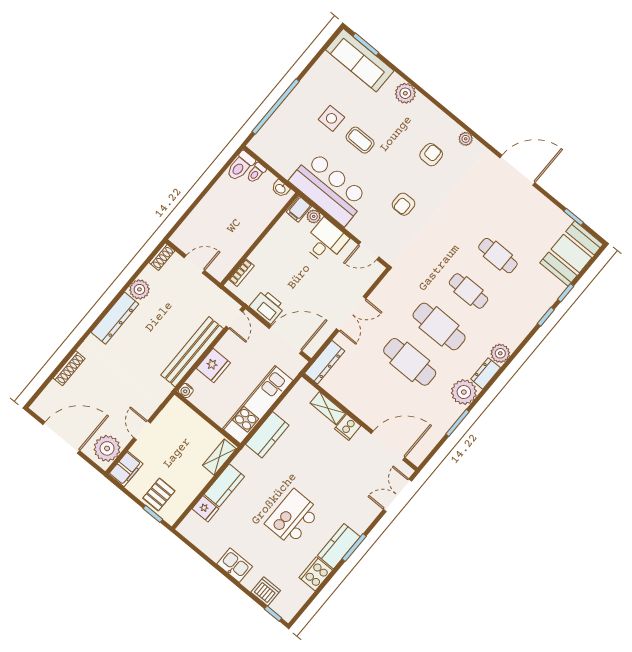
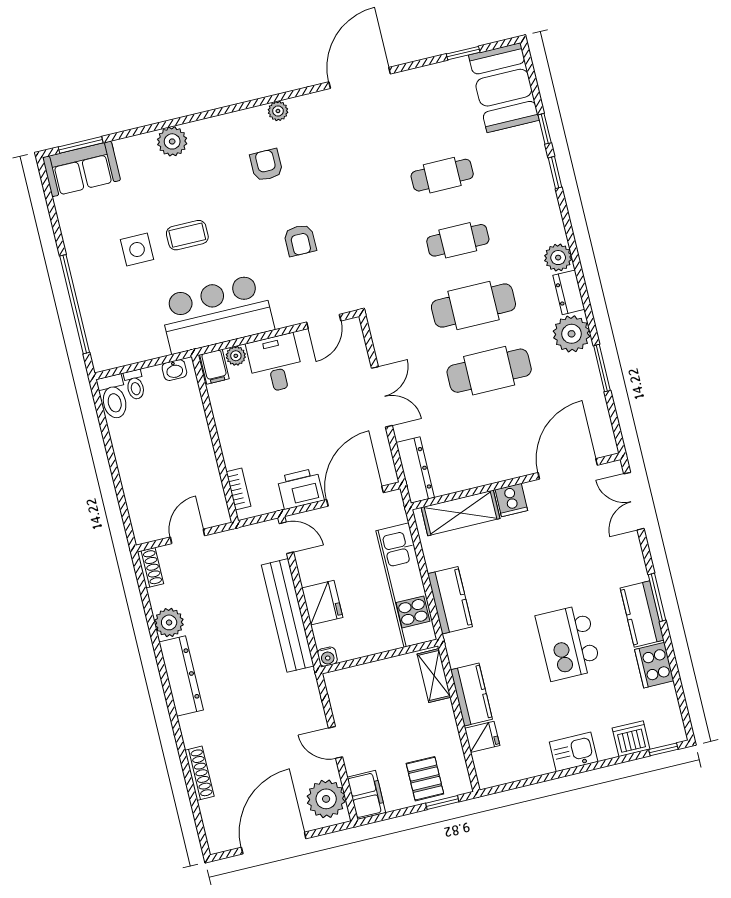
sofa: (360, 60) -> (82, 169), width x0.73
shelving: (328, 408) -> (460, 513), width x1.50, depth x1.33

